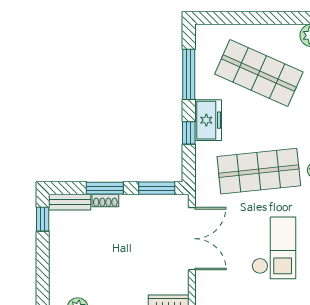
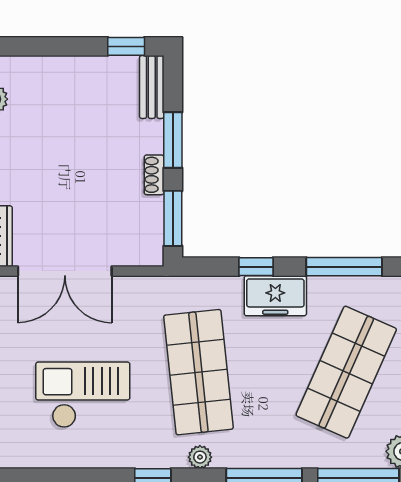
shoe rack: (105, 201) -> (154, 175), moved
double door: (192, 239) -> (65, 271), moved
checkout: (274, 248) -> (83, 395), turned 180

